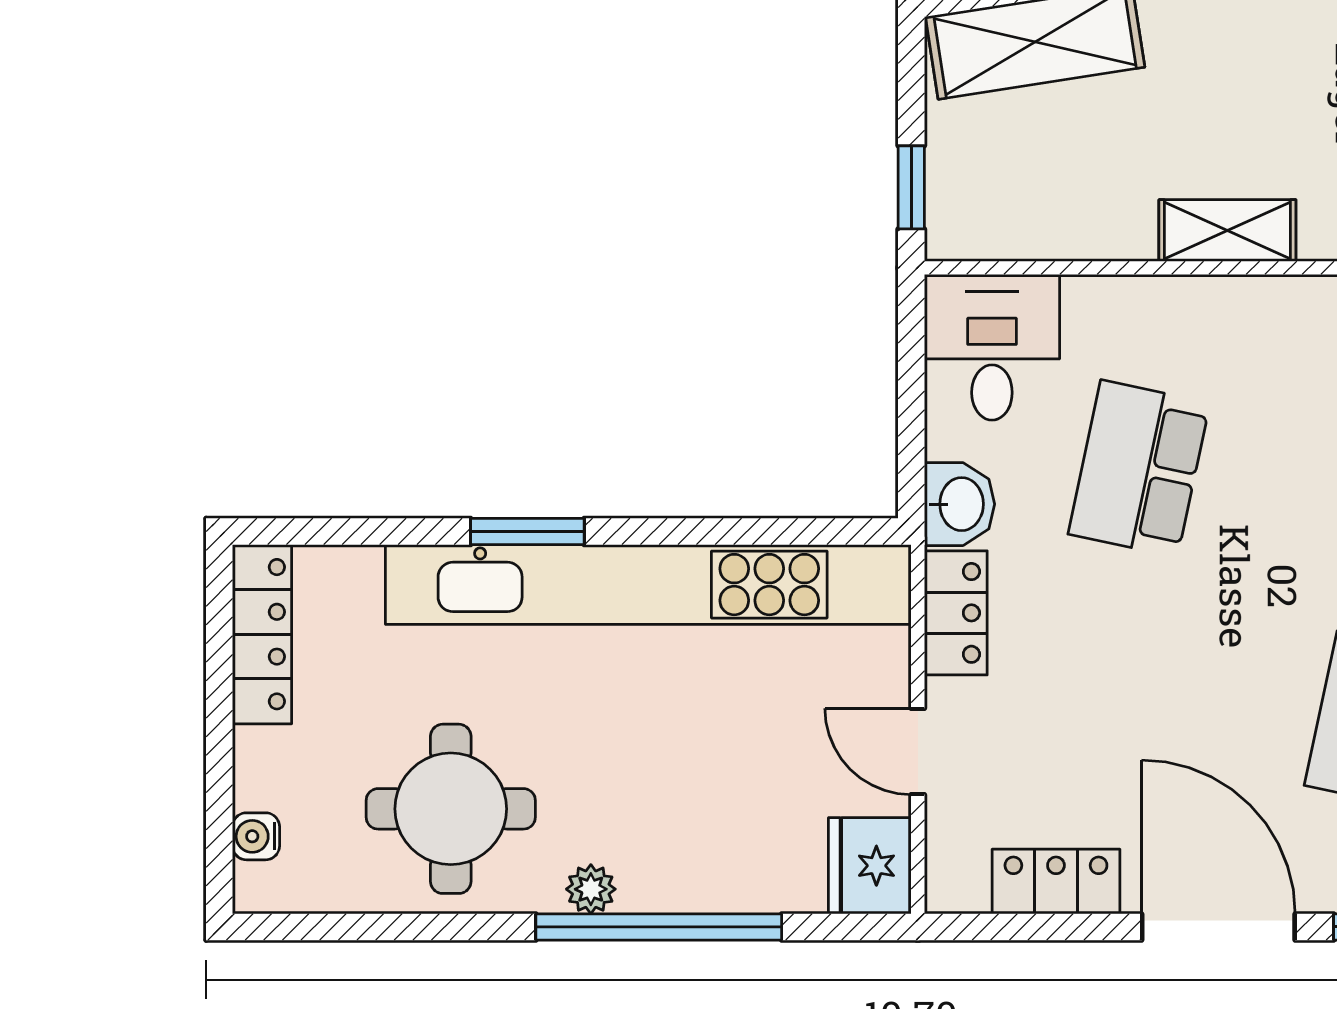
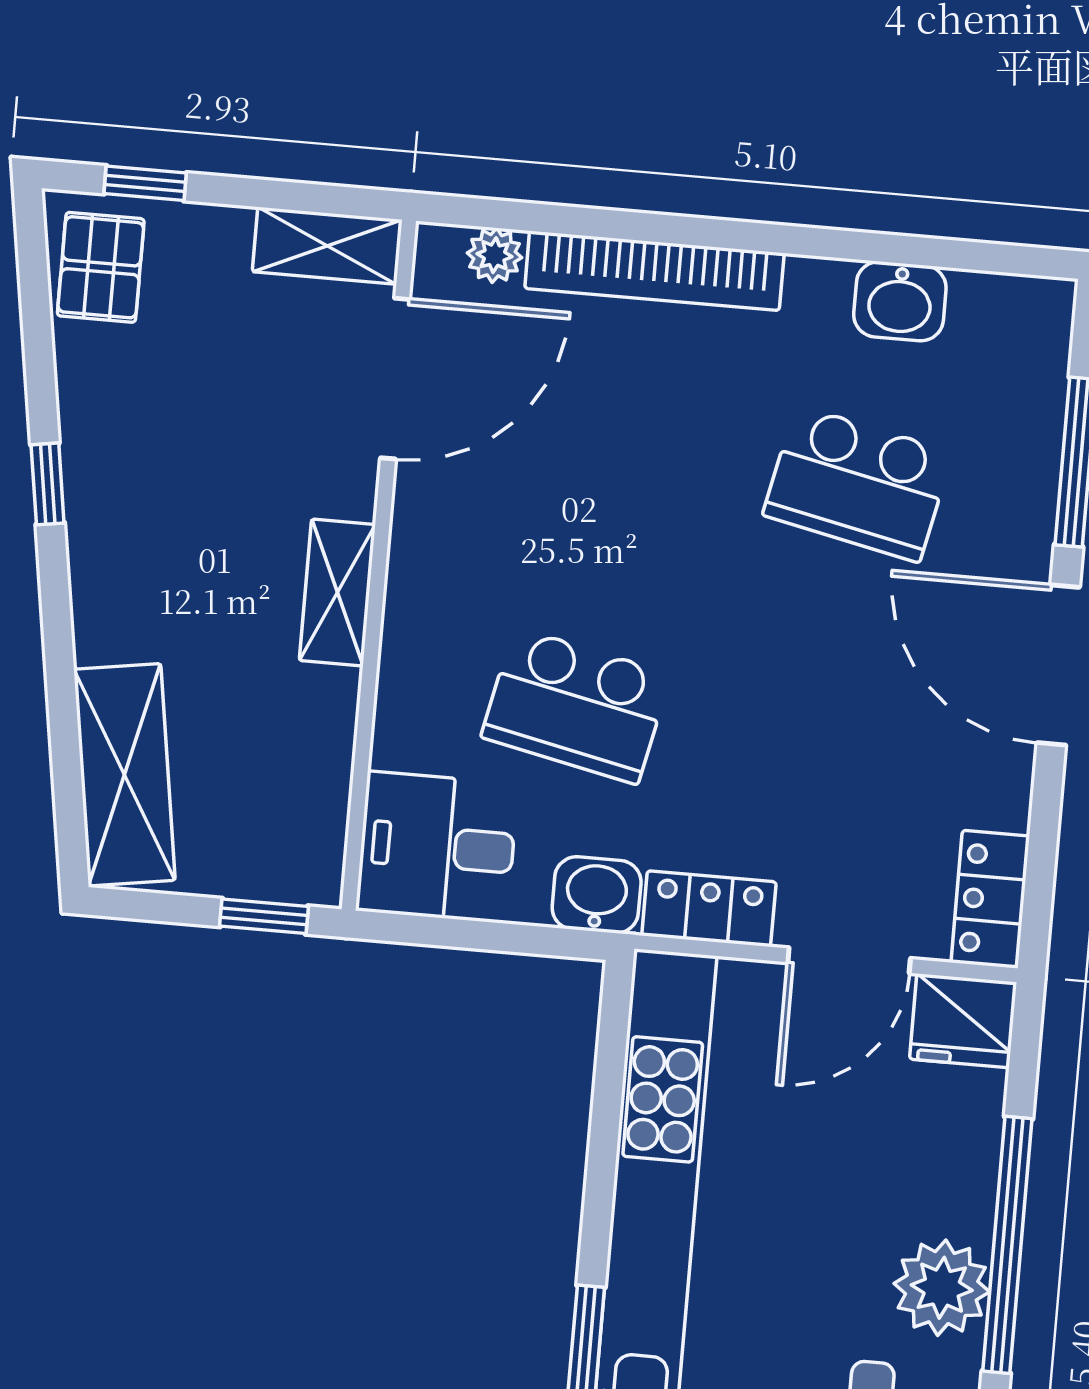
door: (918, 751) -> (849, 961), width x1.38
locker: (1056, 881) -> (990, 899), moved
plant: (591, 889) -> (942, 1288), width x1.88, depth x1.88
door: (1218, 927) -> (1058, 665), hinge flipped

